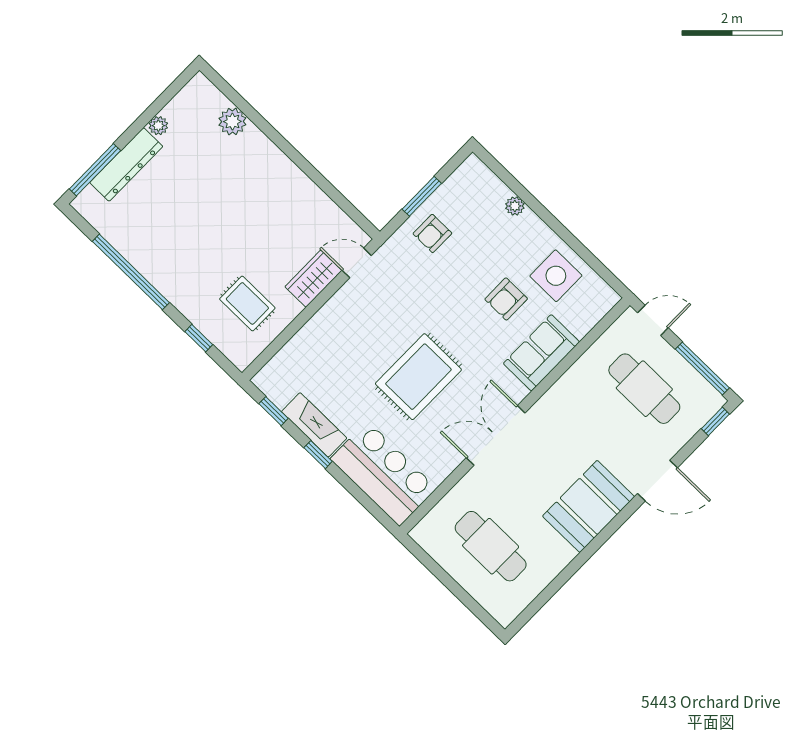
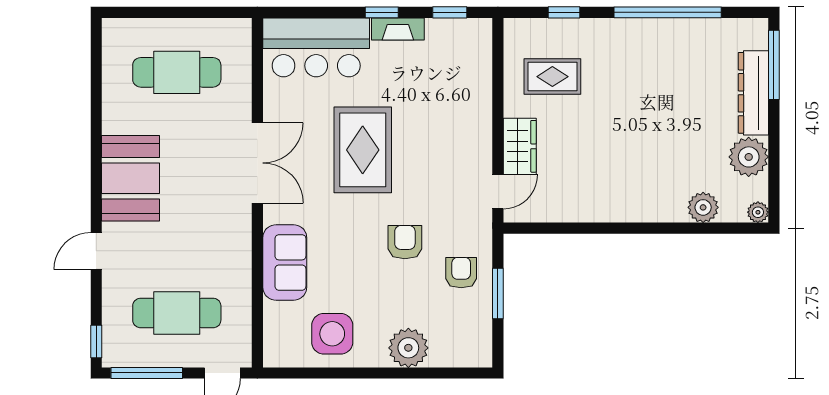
plant: (200, 83) -> (758, 212), added
plant: (158, 126) -> (749, 157), width x1.88, depth x1.88
plant: (515, 206) -> (408, 348), width x1.88, depth x1.88
armchair: (506, 299) -> (405, 242), moved
fireplace: (314, 425) -> (398, 29), width x0.73, depth x0.76
door: (658, 481) -> (96, 251), width x0.73

